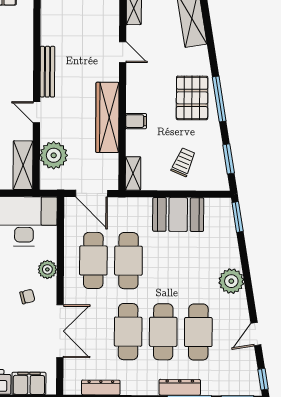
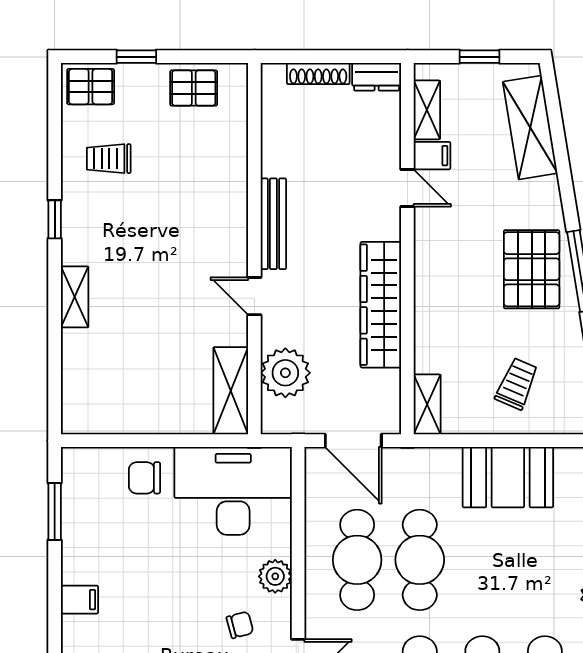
filing cabinet: (136, 121) -> (432, 156), moved

